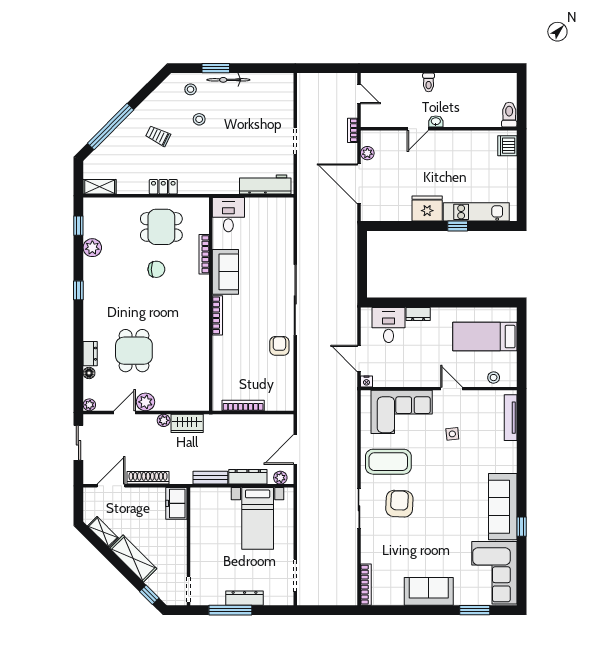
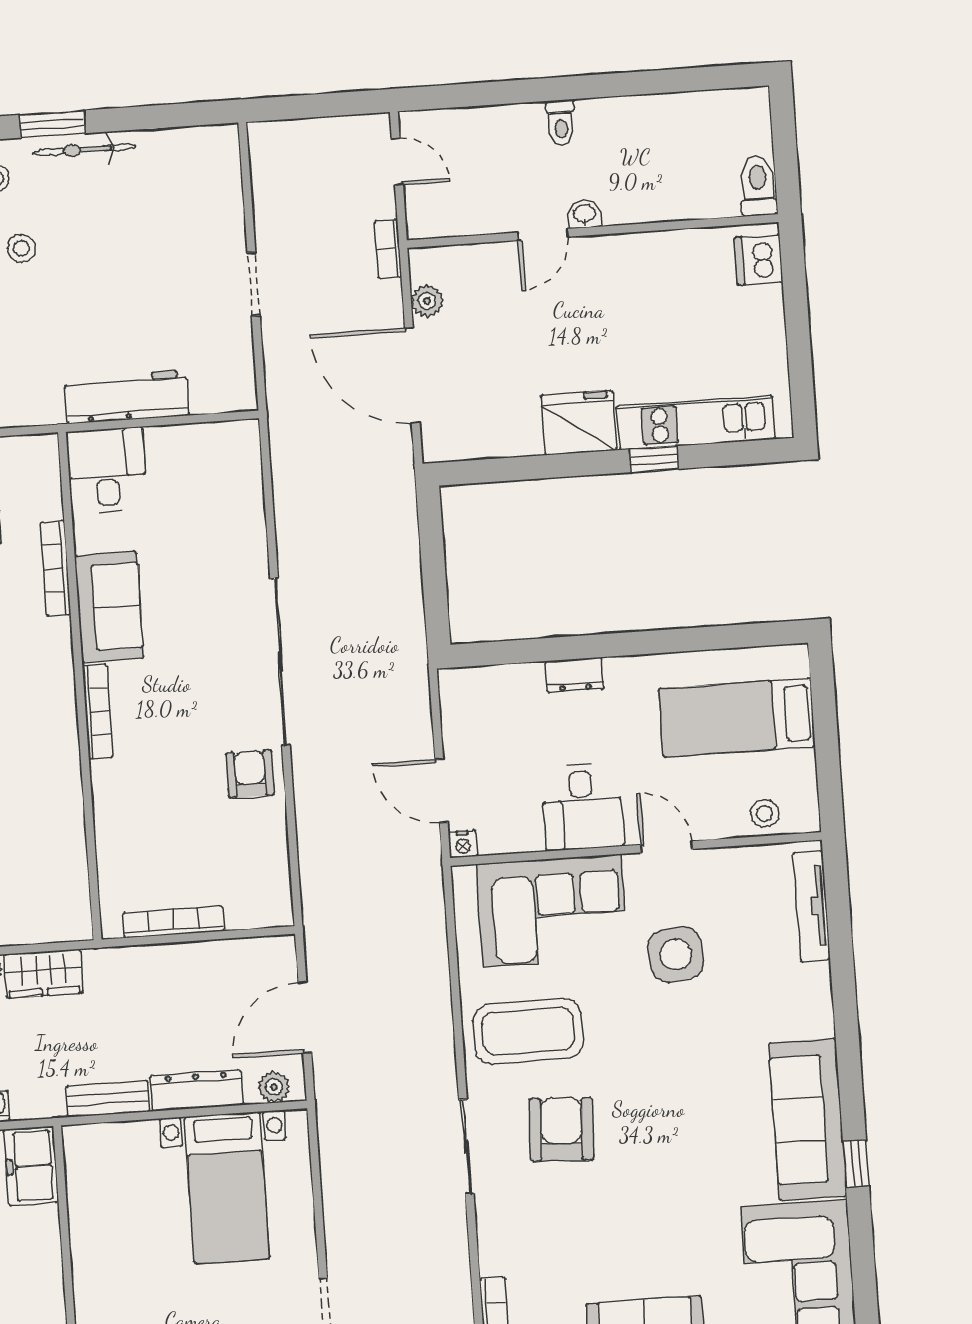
workbench: (265, 184) -> (127, 397), moved
desk: (389, 325) -> (582, 807), moved, turned 180
side table: (452, 434) -> (676, 955), width x1.87, depth x1.87

